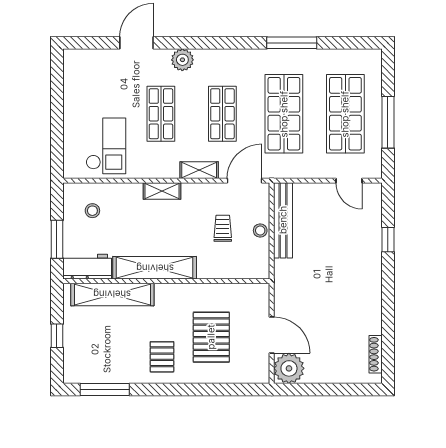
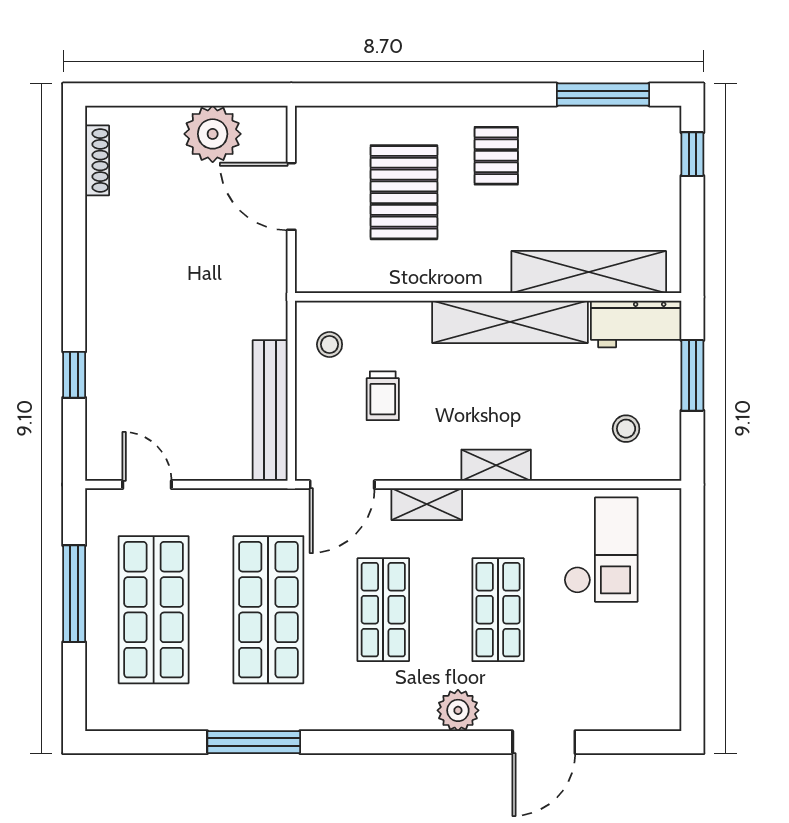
checkout: (106, 146) -> (601, 550), turned 180
stool: (260, 231) -> (330, 344), moved
window: (57, 336) -> (692, 154), moved
plant: (289, 368) -> (213, 134), moved

